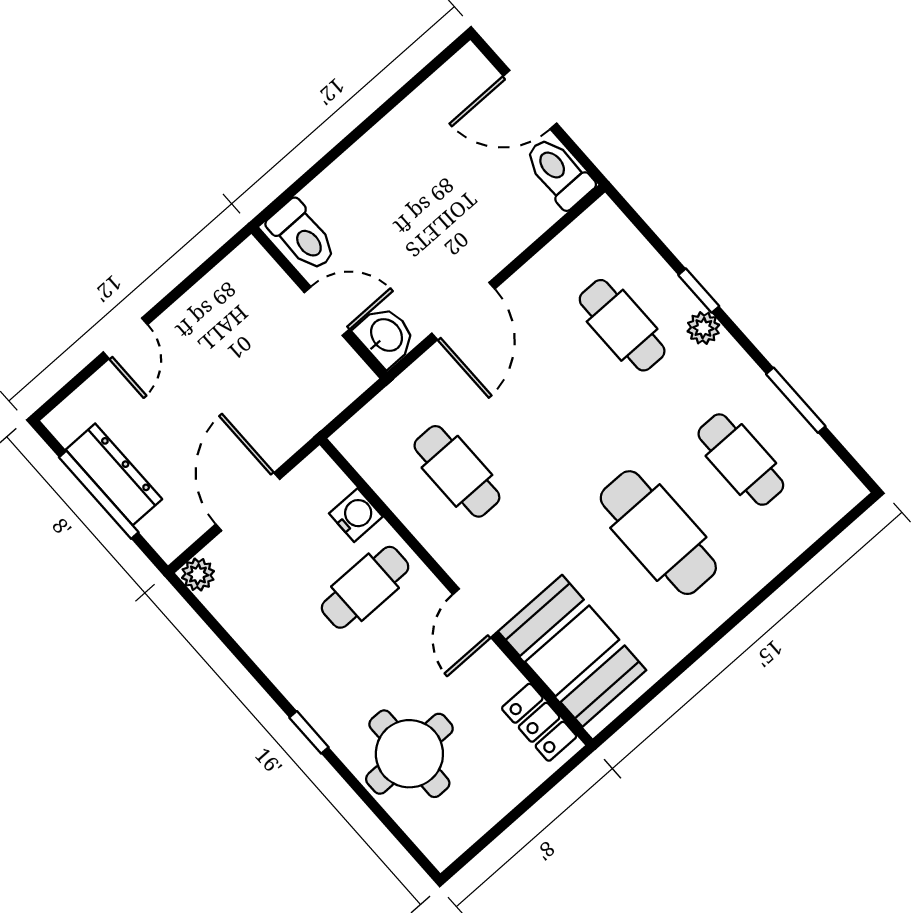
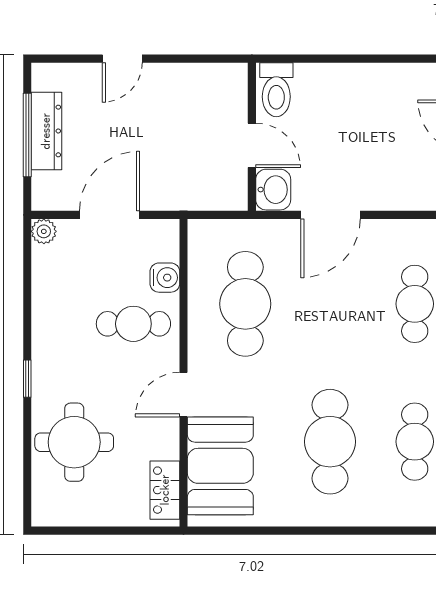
cafe table: (457, 471) -> (245, 304), width x1.37, depth x1.35

